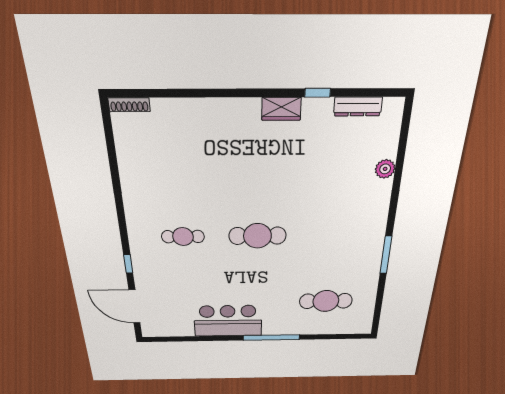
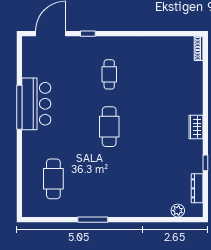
wardrobe: (281, 109) -> (196, 127), moved
plant: (385, 169) -> (178, 211), moved
window: (271, 338) -> (19, 107), moved

